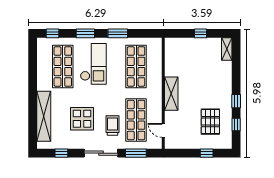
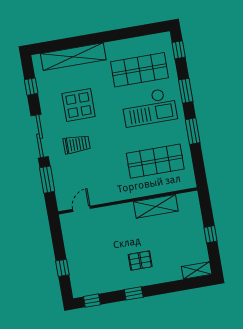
shelving: (171, 94) -> (156, 206), moved
shop shelf: (136, 120) -> (89, 173), removed
pallet: (210, 122) -> (140, 261), moved, width x0.67, depth x0.71
window: (236, 124) -> (92, 301), moved

